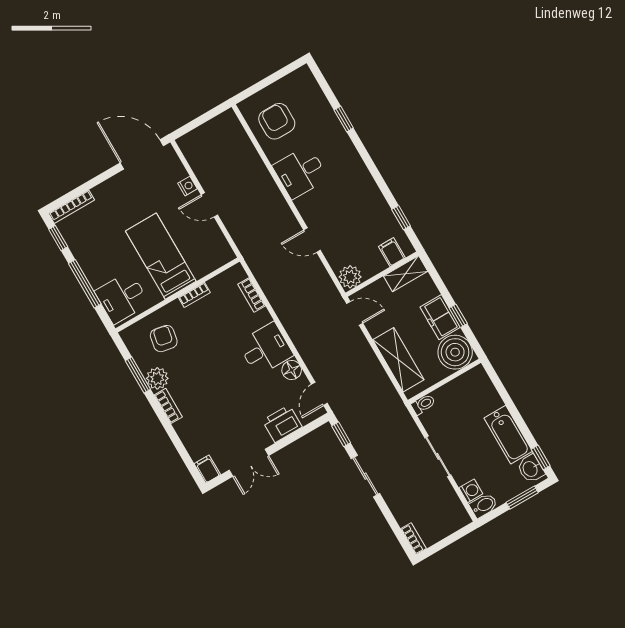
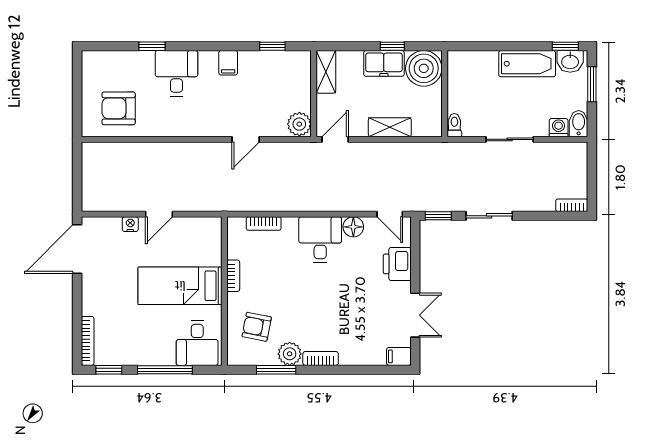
desk: (300, 172) -> (176, 73), moved, turned 180
filing cabinet: (392, 252) -> (228, 63), moved, turned -90
shelving: (398, 360) -> (390, 127), width x0.67, depth x0.75

